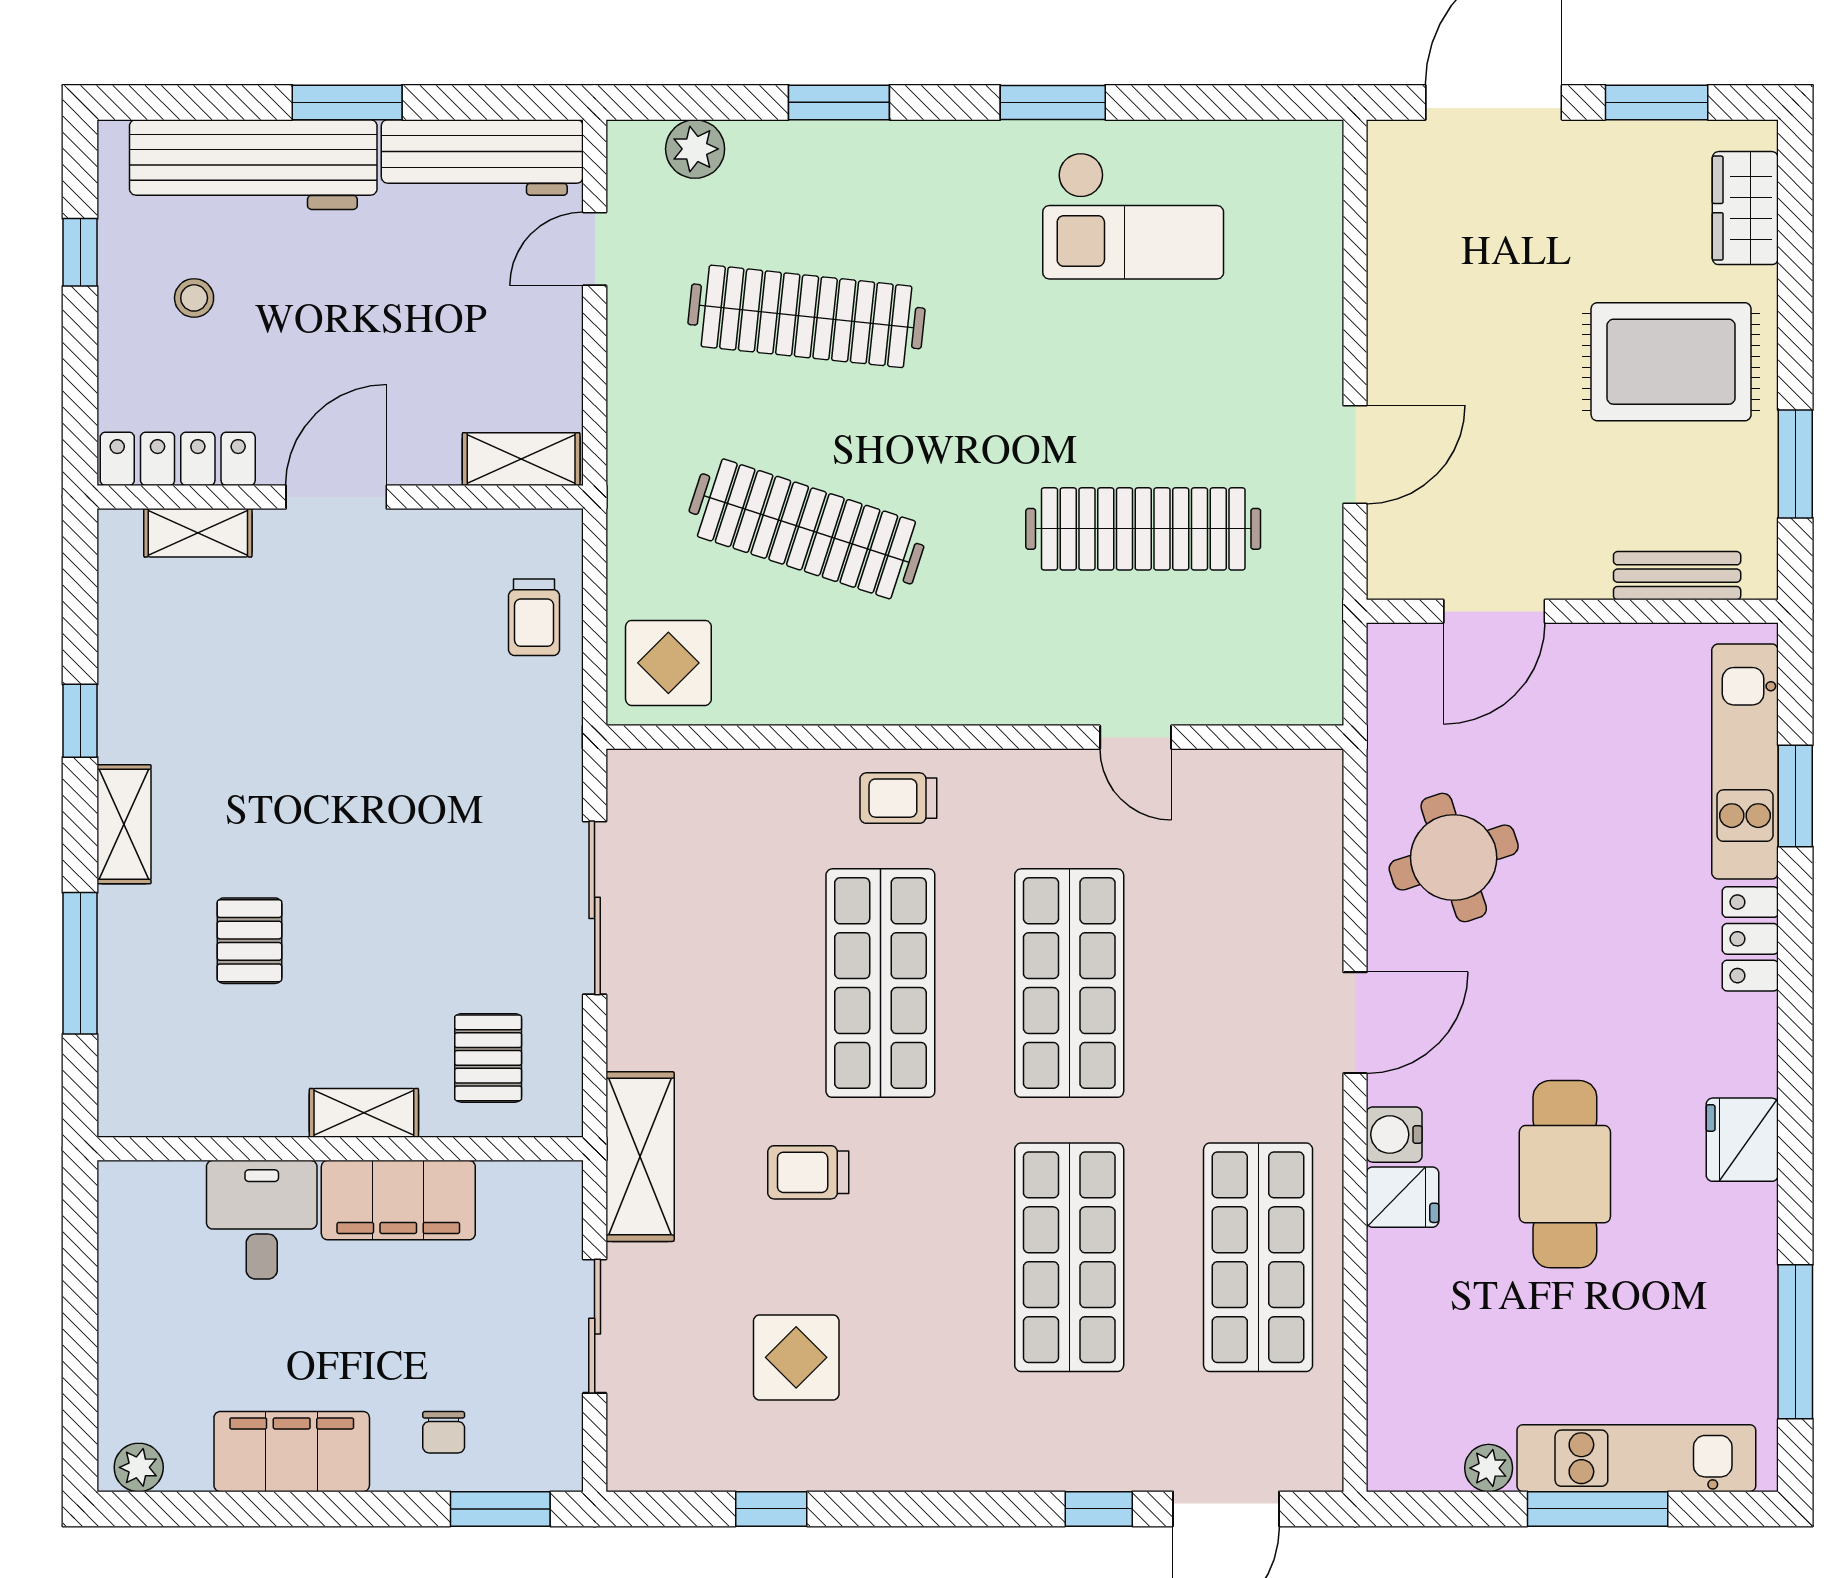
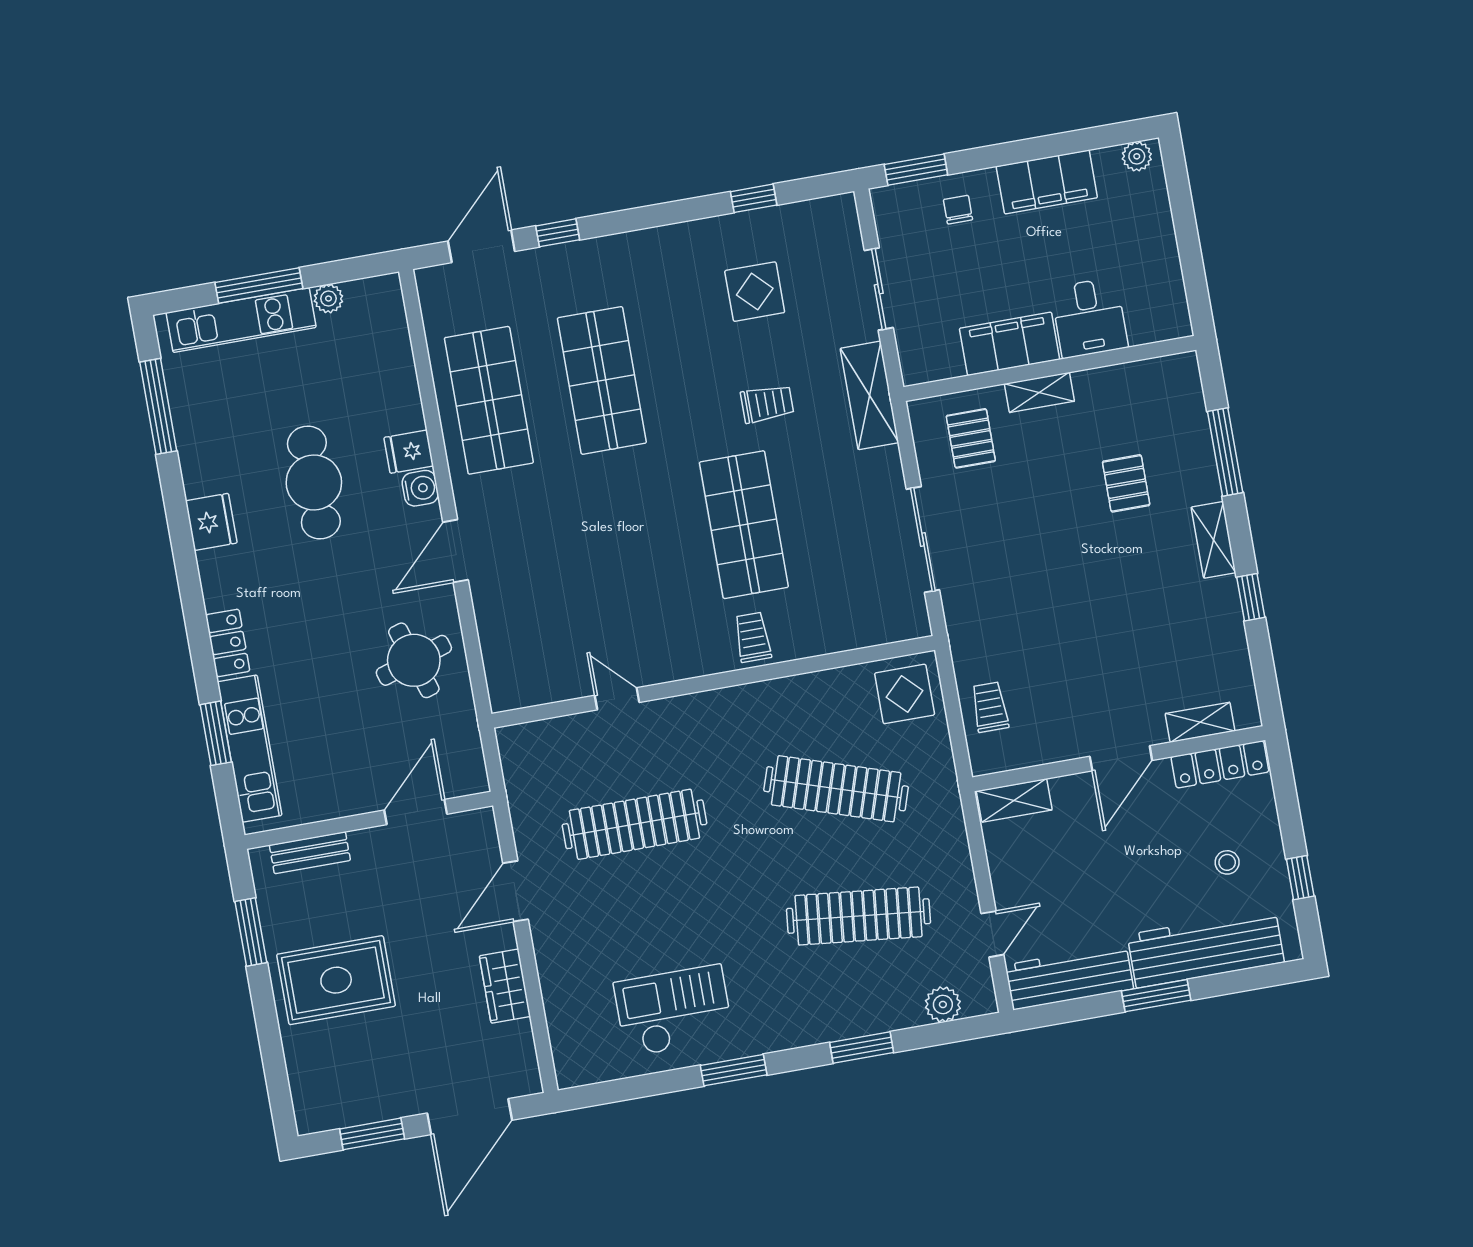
wardrobe: (1745, 208) -> (505, 986), moved, turned 180
trolley: (898, 798) -> (753, 637), turned -90
shop shelf: (1069, 983) -> (631, 545), removed

